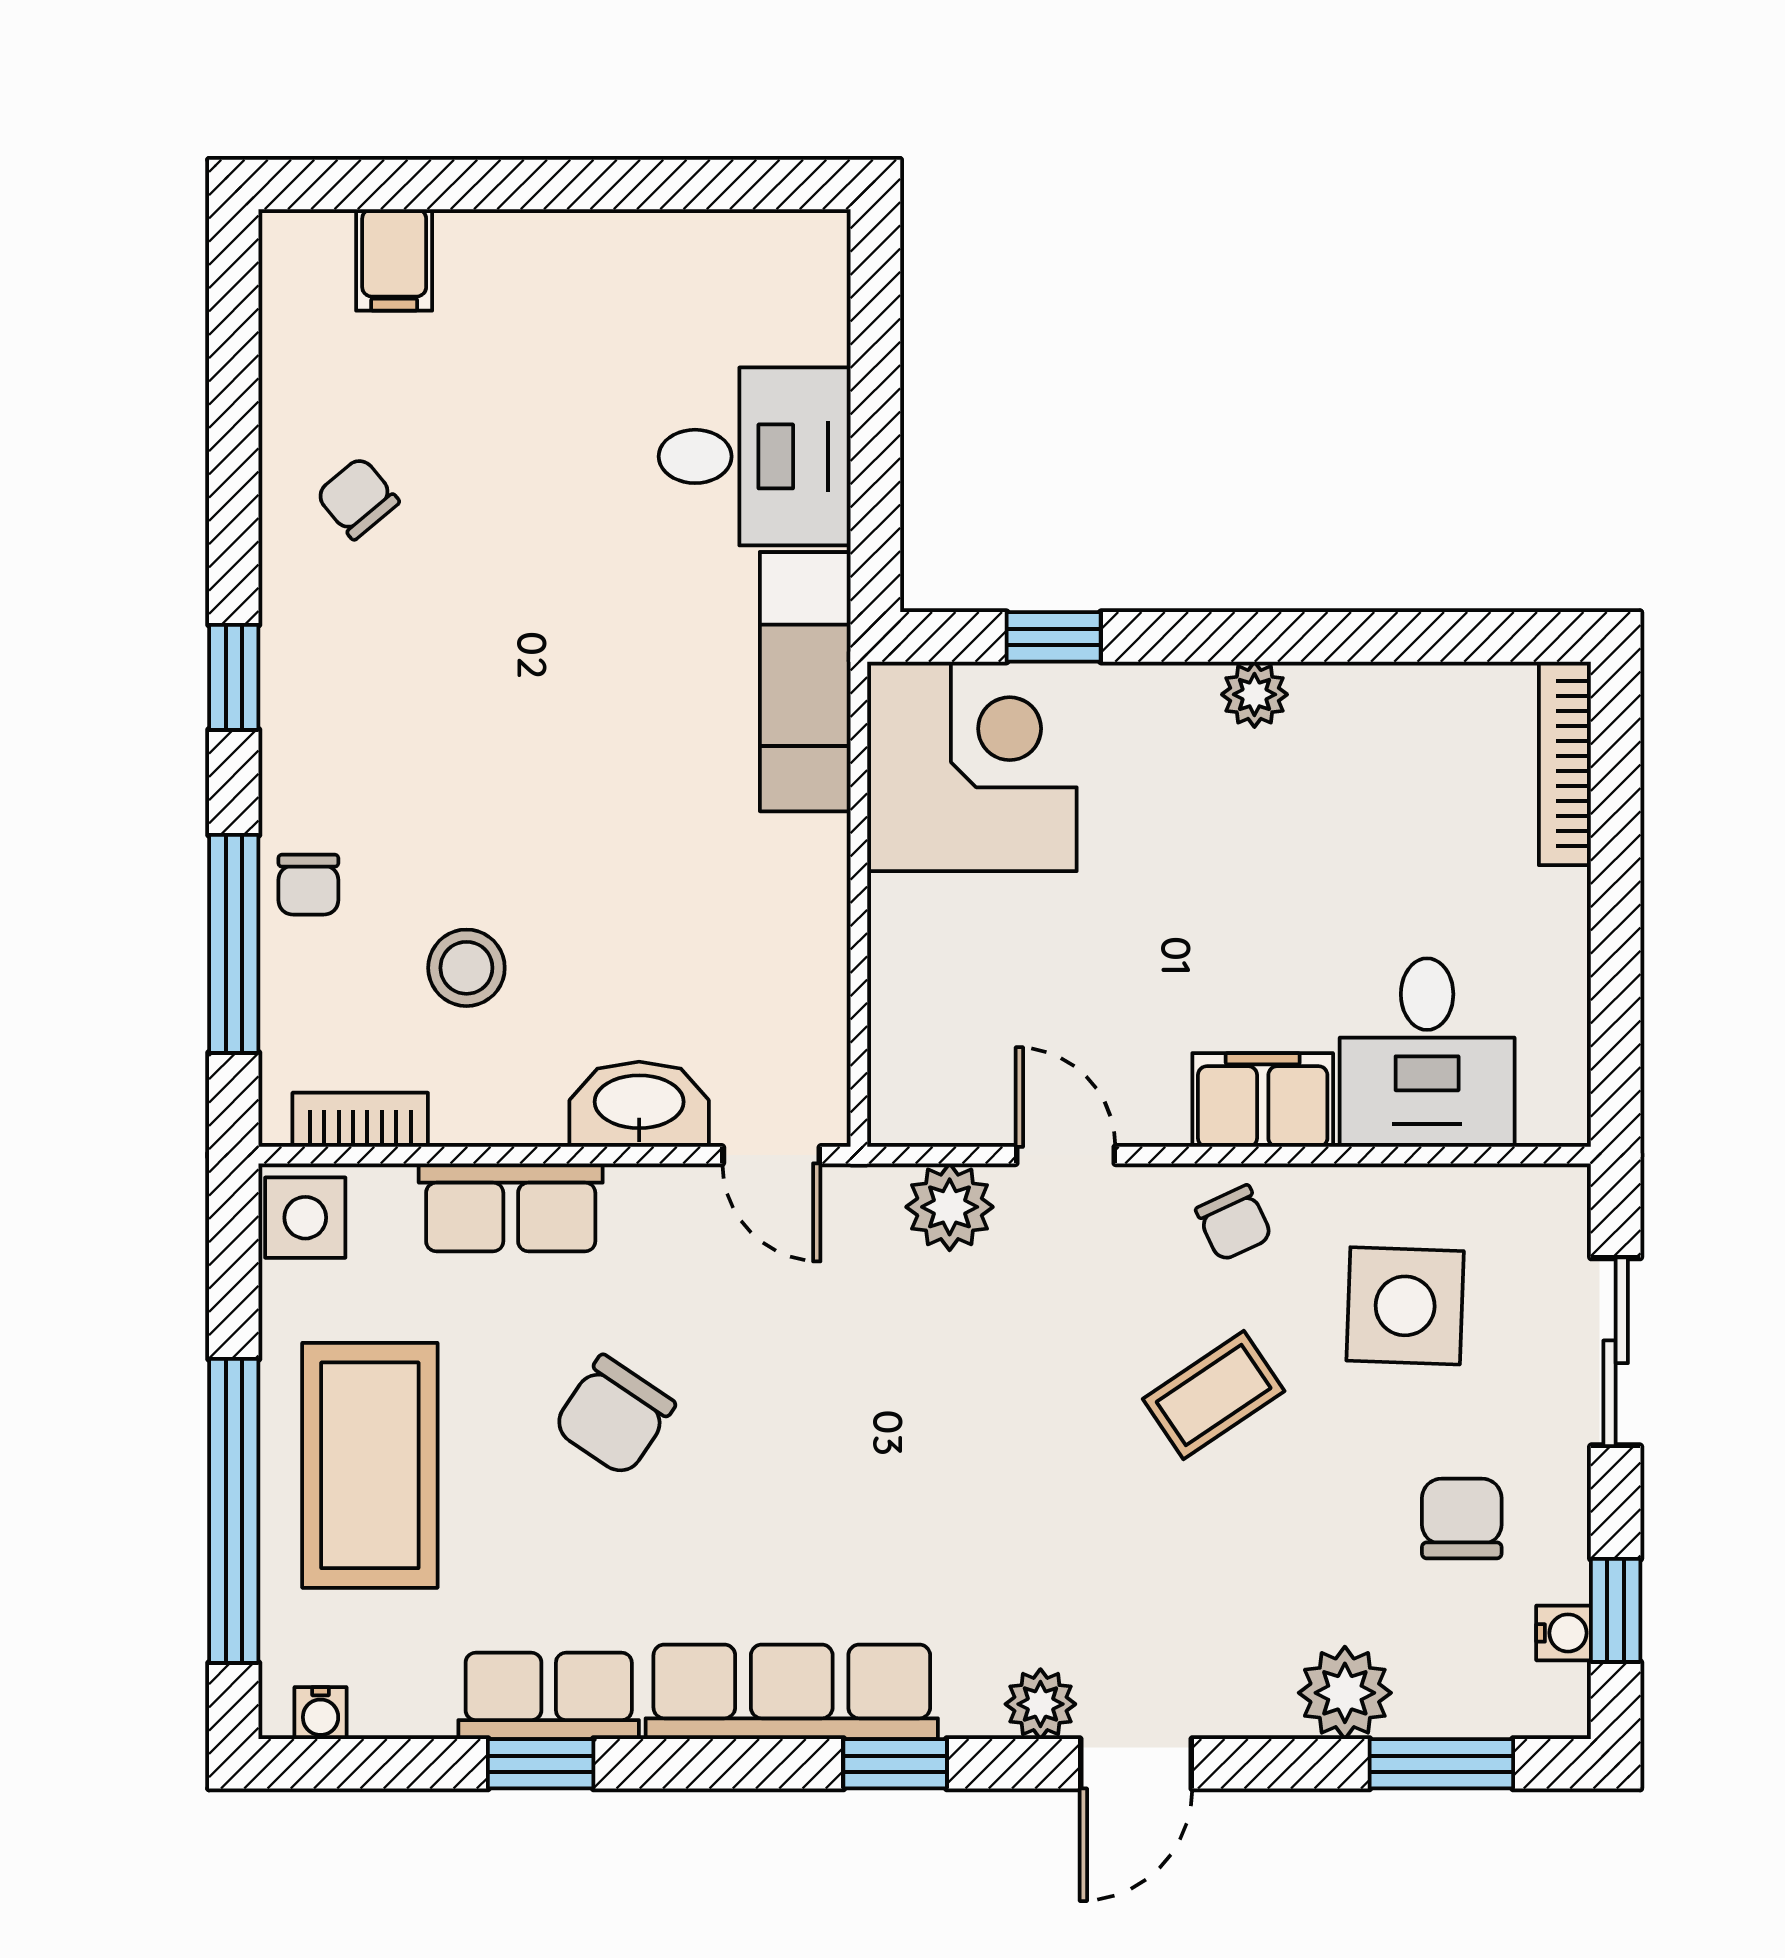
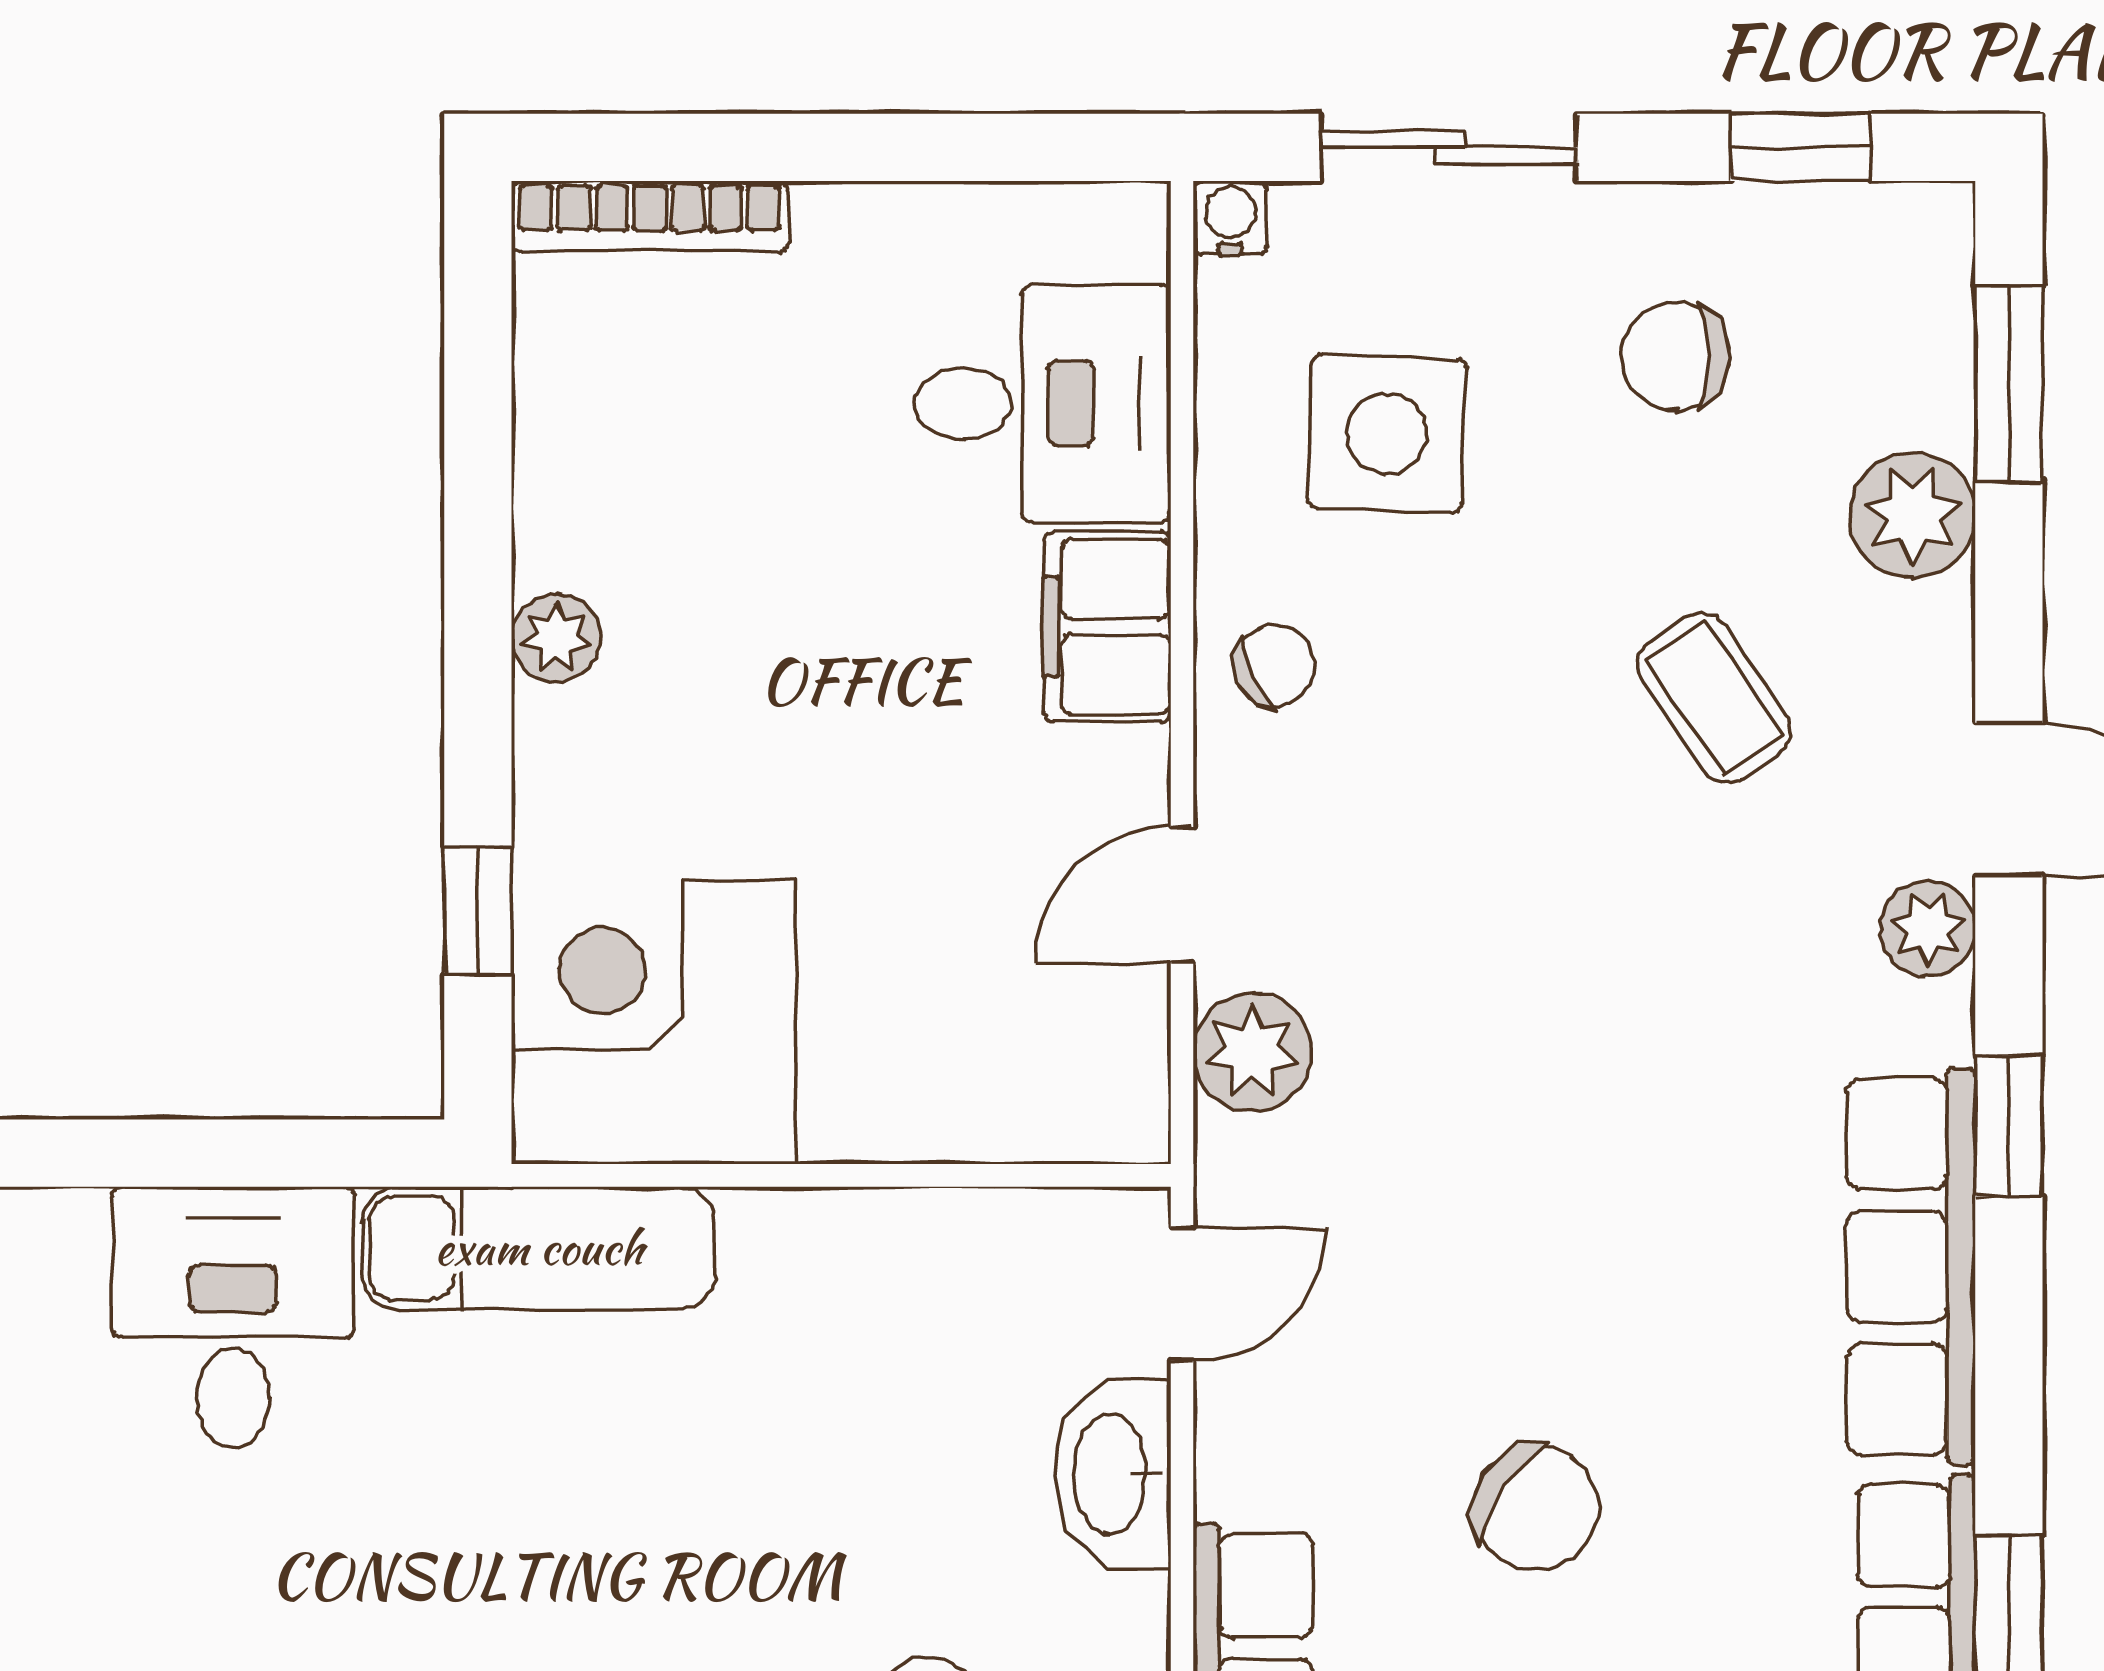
coffee table: (1214, 1395) -> (1714, 698), moved
water cooler: (1564, 1633) -> (1230, 218), moved

